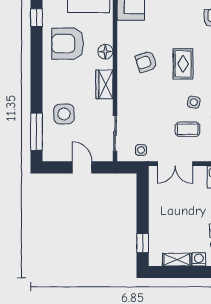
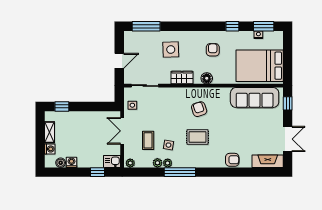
armchair: (68, 44) -> (213, 50), width x0.53, depth x0.53
side table: (64, 114) -> (171, 50), moved

